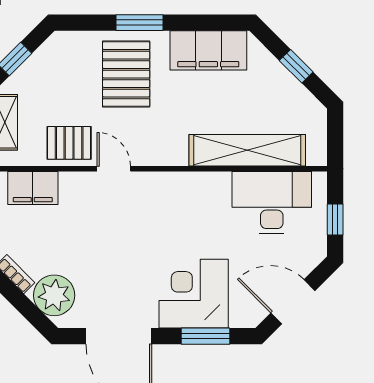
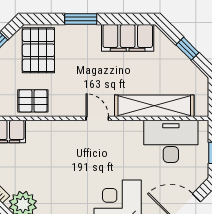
pallet: (126, 74) -> (38, 50), moved
door: (114, 169) -> (97, 118), moved

